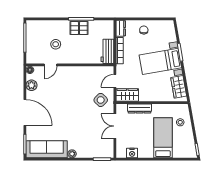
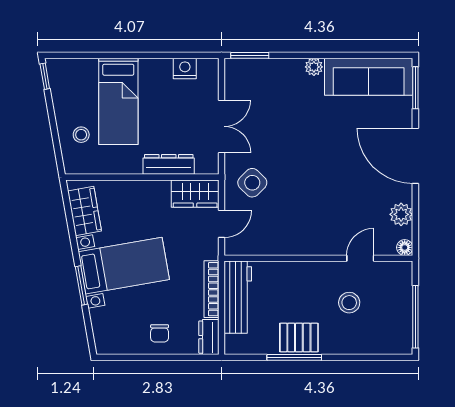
workbench: (107, 51) -> (238, 297), width x1.38

